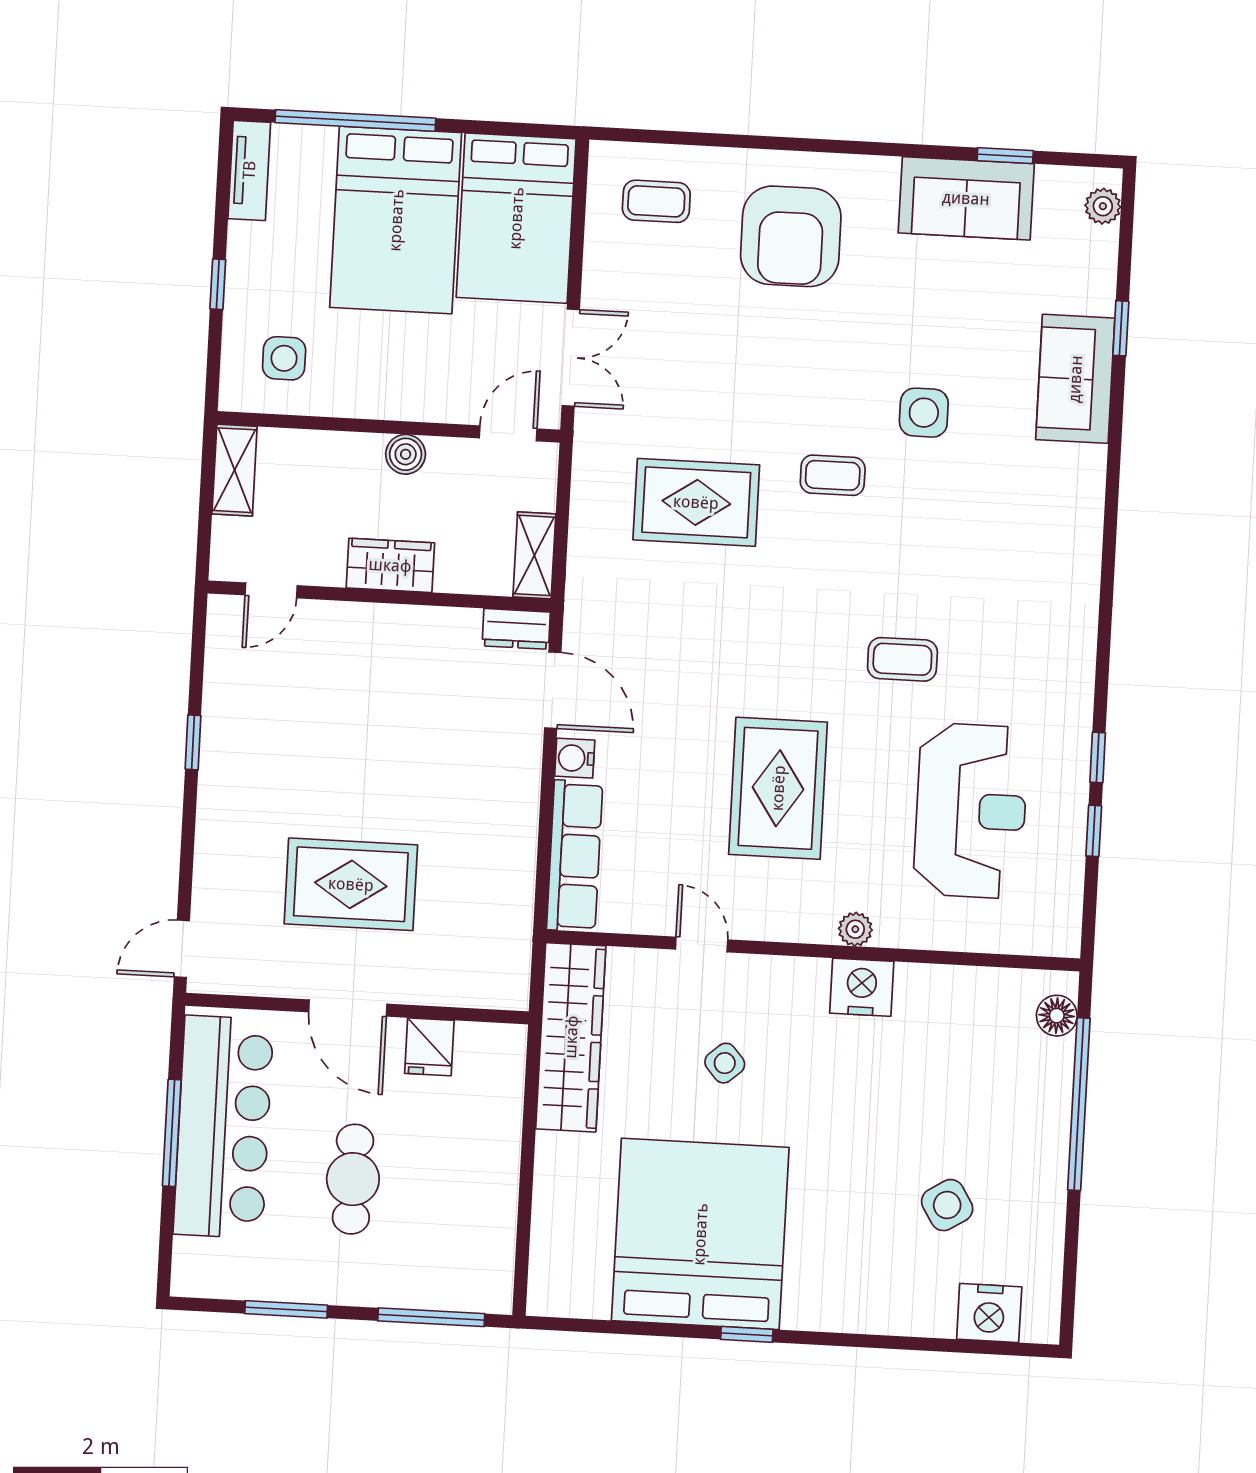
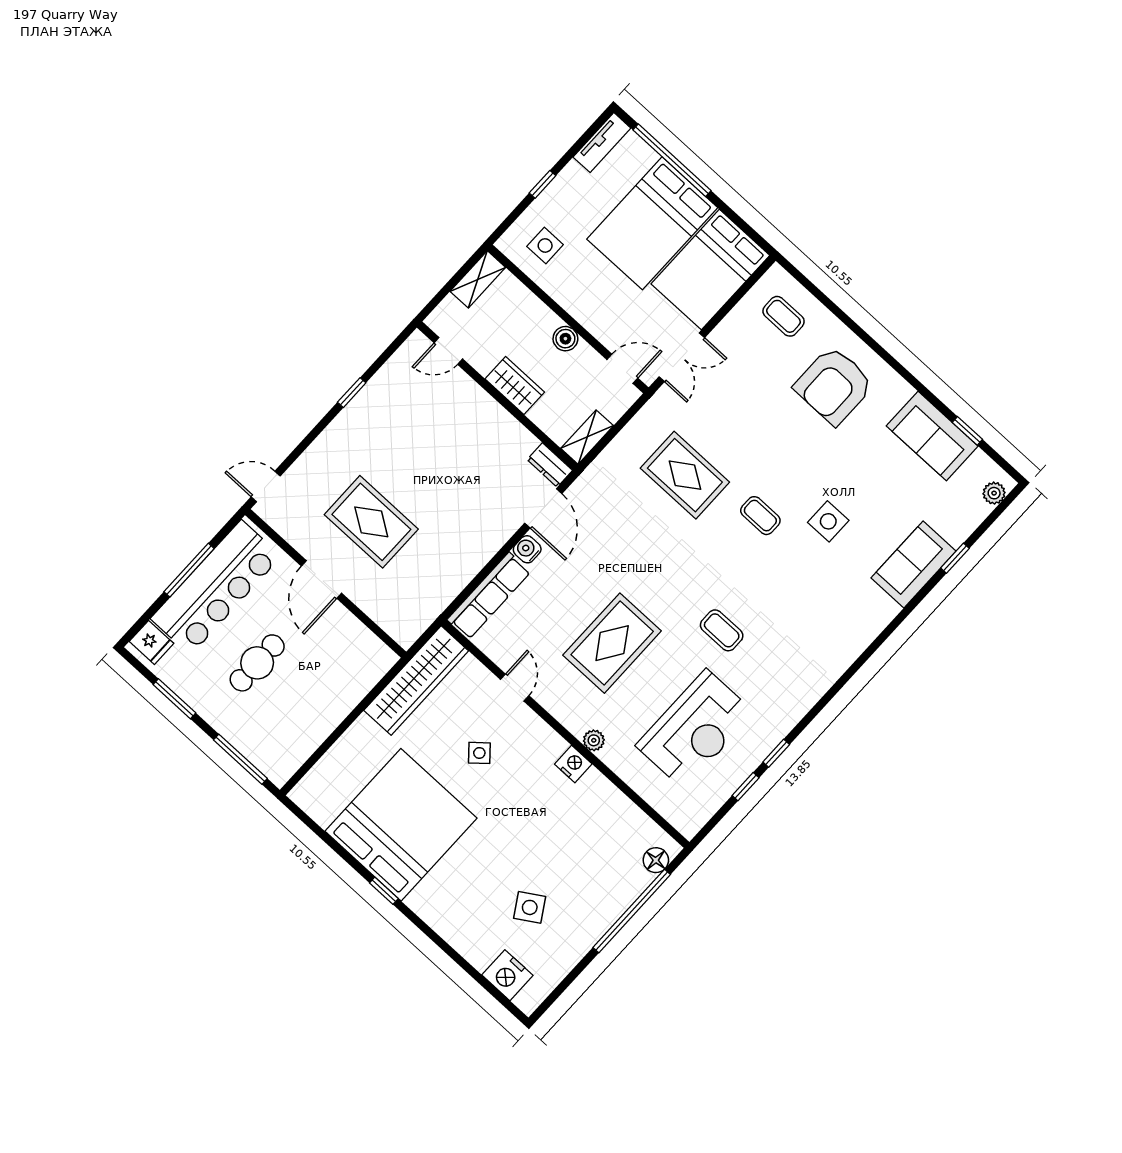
nightstand: (862, 987) -> (573, 764), width x0.74, depth x0.75
fridge: (429, 1047) -> (151, 642), moved, turned -90

